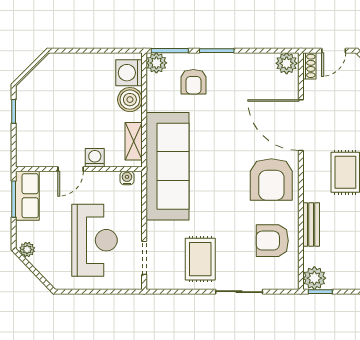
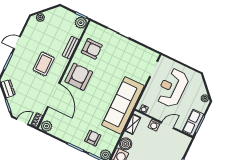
rug: (200, 259) -> (128, 56), removed

